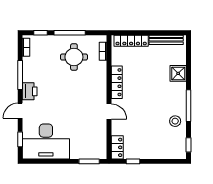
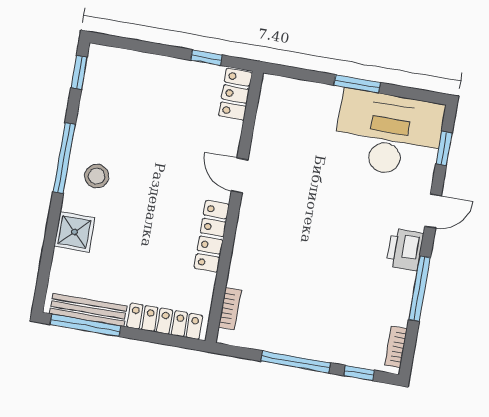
window: (166, 33) -> (86, 325), added
round table: (74, 57) -> (295, 307), removed
stool: (175, 121) -> (97, 176), moved
window: (89, 161) -> (357, 84), moved

